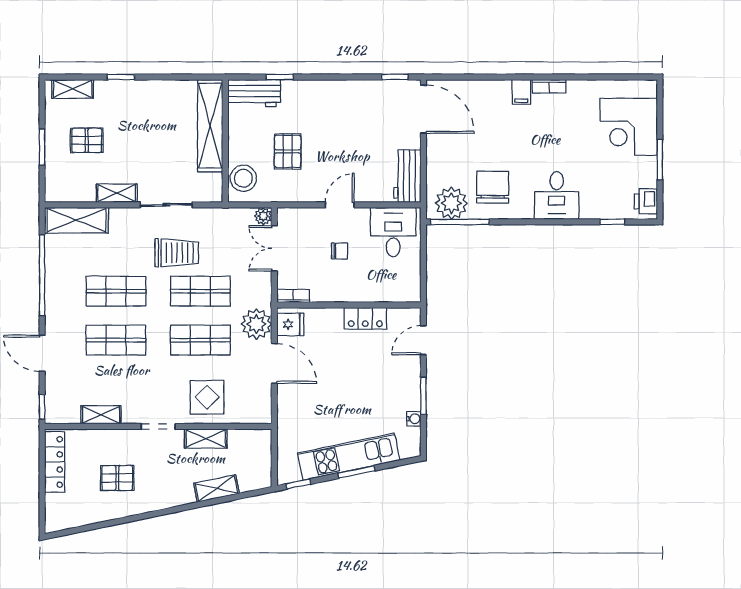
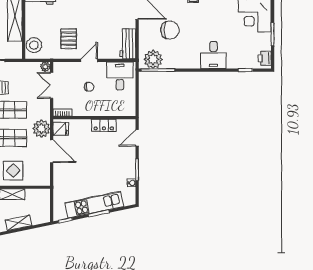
pallet: (288, 151) -> (69, 39), moved
chair: (493, 187) -> (170, 30), moved, turned 90

